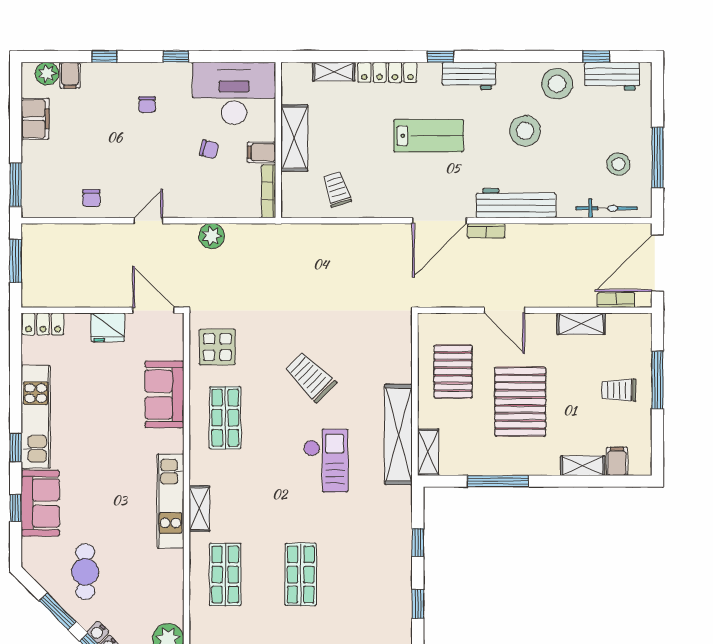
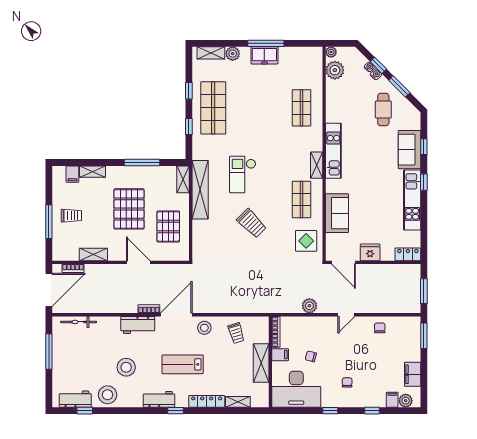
stool: (618, 164) -> (204, 328), moved
workbench: (516, 203) -> (138, 325), width x0.73
shelving: (199, 509) -> (317, 165), moved
shop shelf: (301, 574) -> (213, 108), moved, width x1.43, depth x1.36

